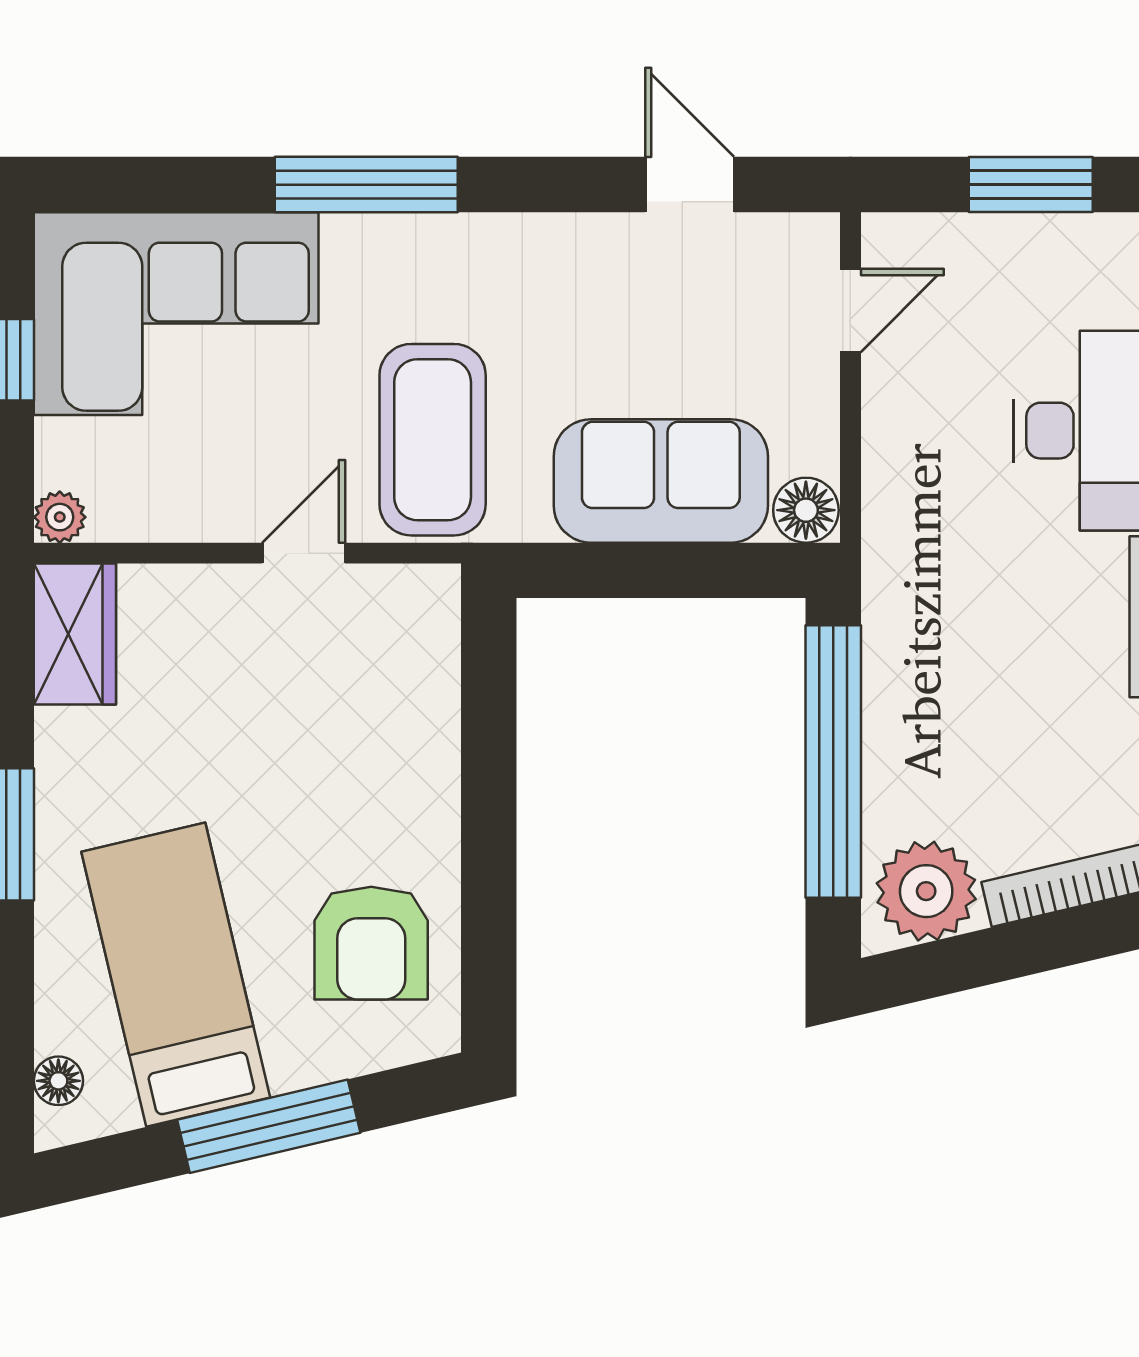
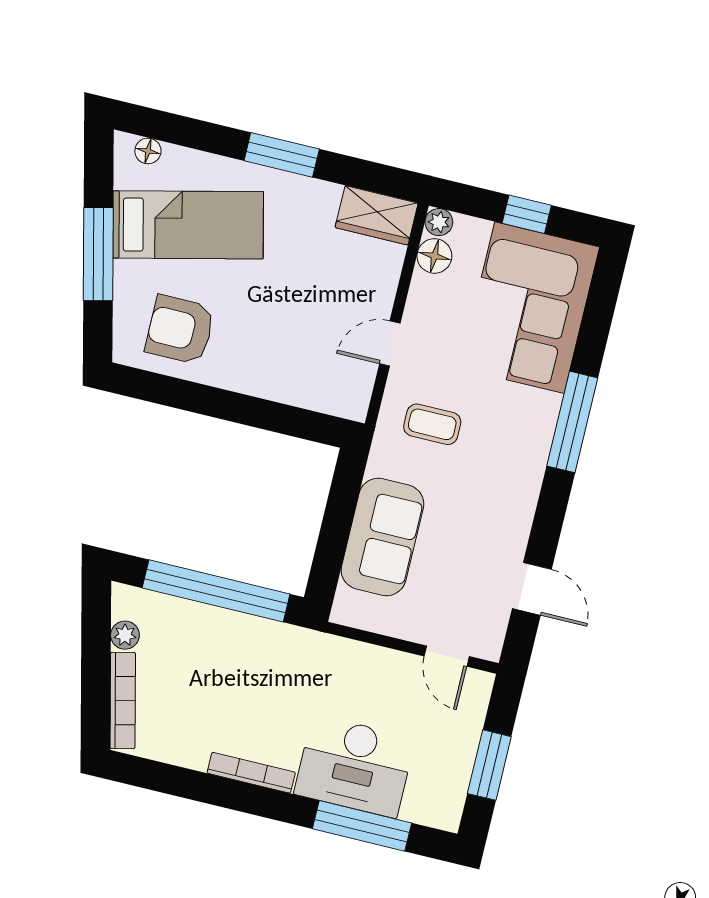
door: (690, 185) -> (532, 589), hinge flipped
coffee table: (433, 440) -> (432, 424), width x0.54, depth x0.58
floor lamp: (806, 510) -> (434, 256), moved
door: (304, 553) -> (390, 343), swing flipped
plant: (926, 891) -> (125, 635), width x0.53, depth x0.53

